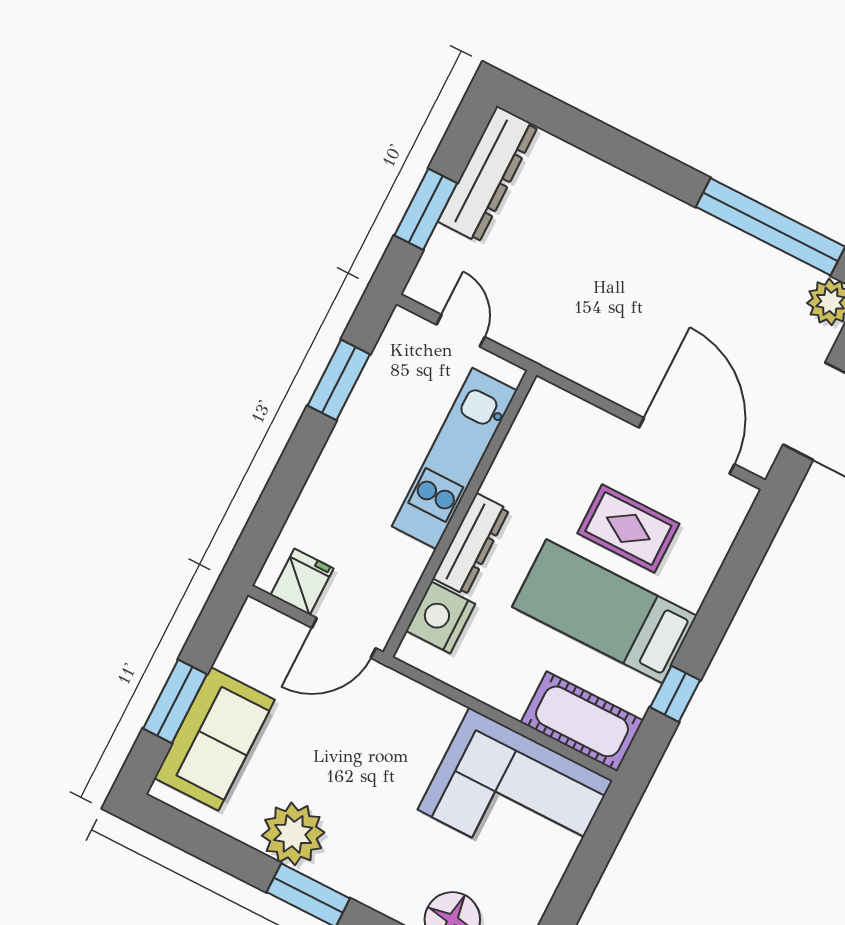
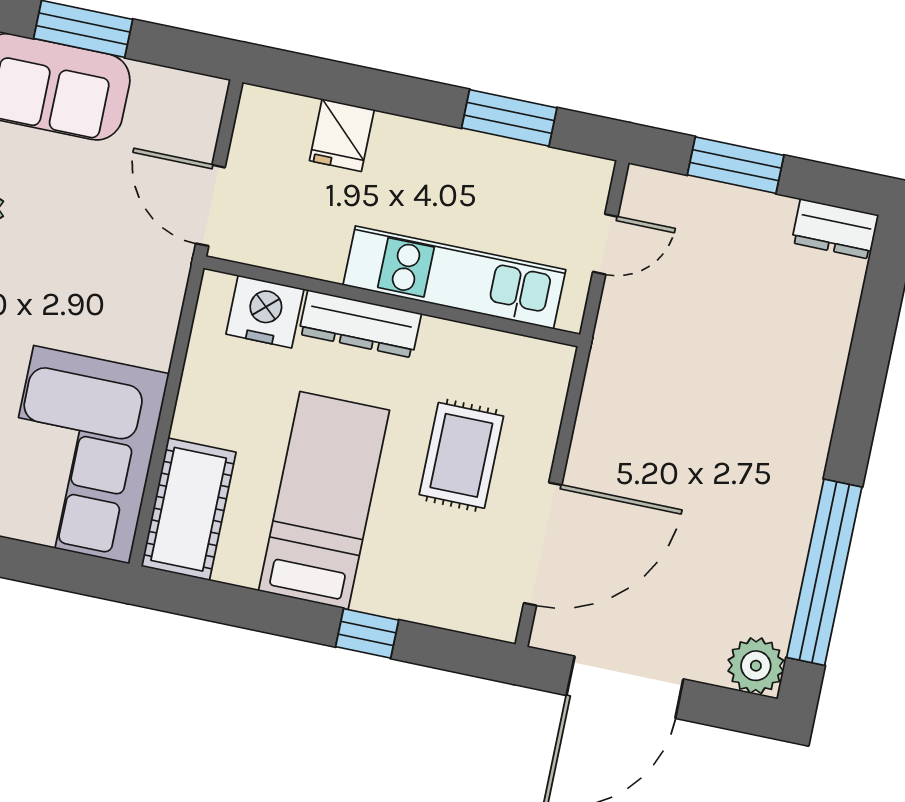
dresser: (488, 174) -> (835, 229), width x0.51, depth x0.80
rug: (628, 528) -> (461, 455), moved
fridge: (302, 582) -> (342, 135), moved, turned 90
window: (675, 694) -> (367, 633), moved

